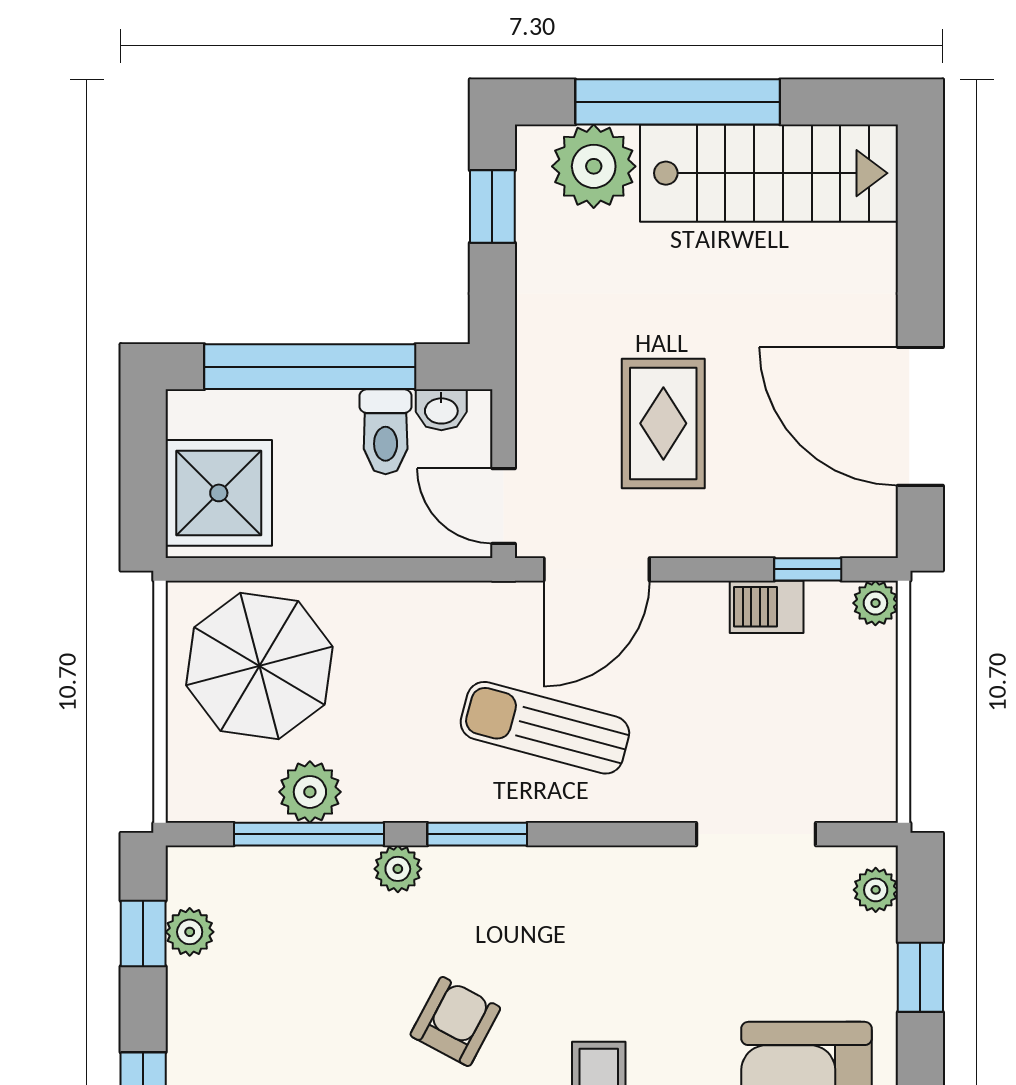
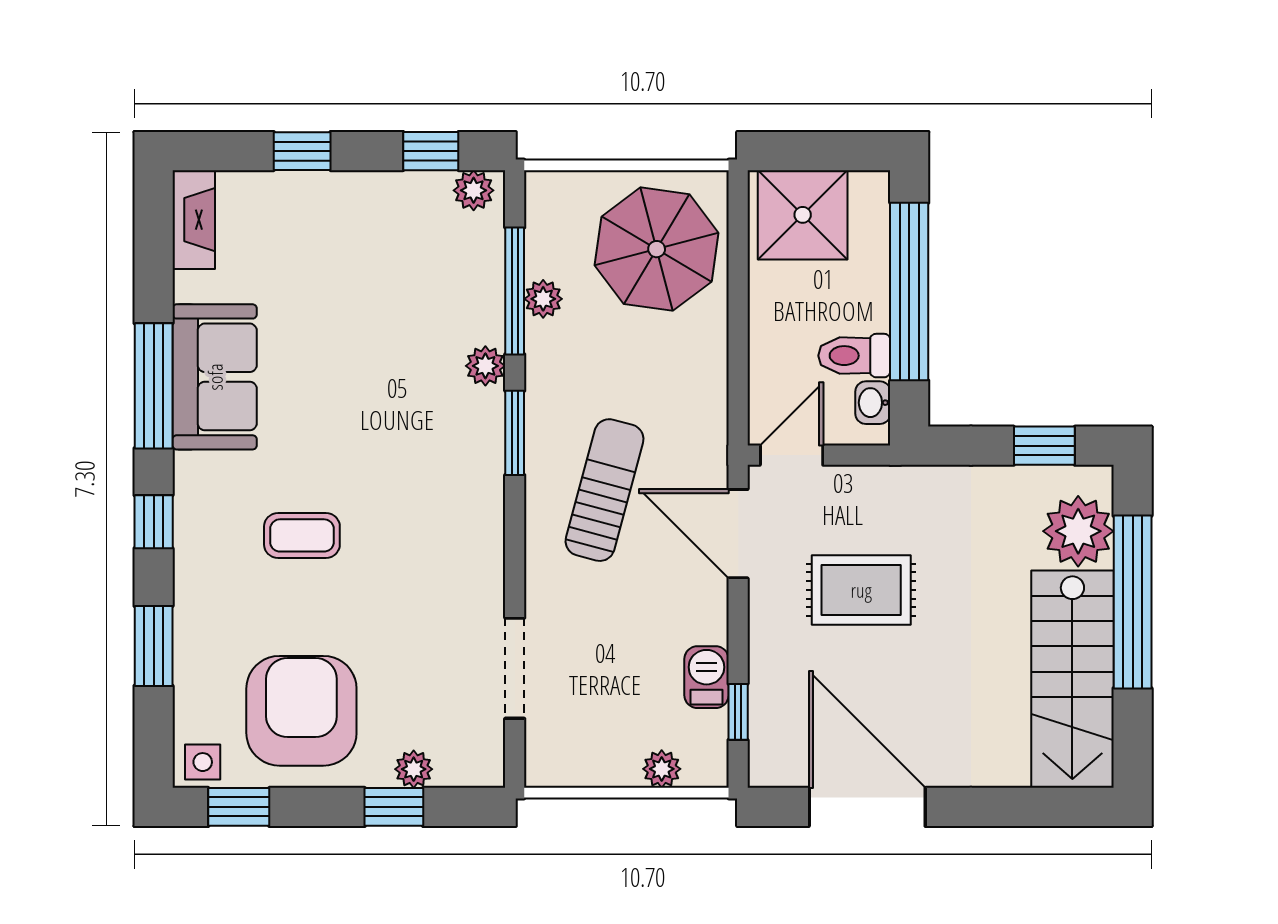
door: (920, 416) -> (867, 807), hinge flipped
plant: (875, 603) -> (662, 769), moved
plant: (310, 792) -> (543, 299), width x0.73, depth x0.73
plant: (876, 890) -> (414, 769), moved
plant: (190, 932) -> (474, 190), moved
armchair: (455, 1022) -> (357, 414), removed

